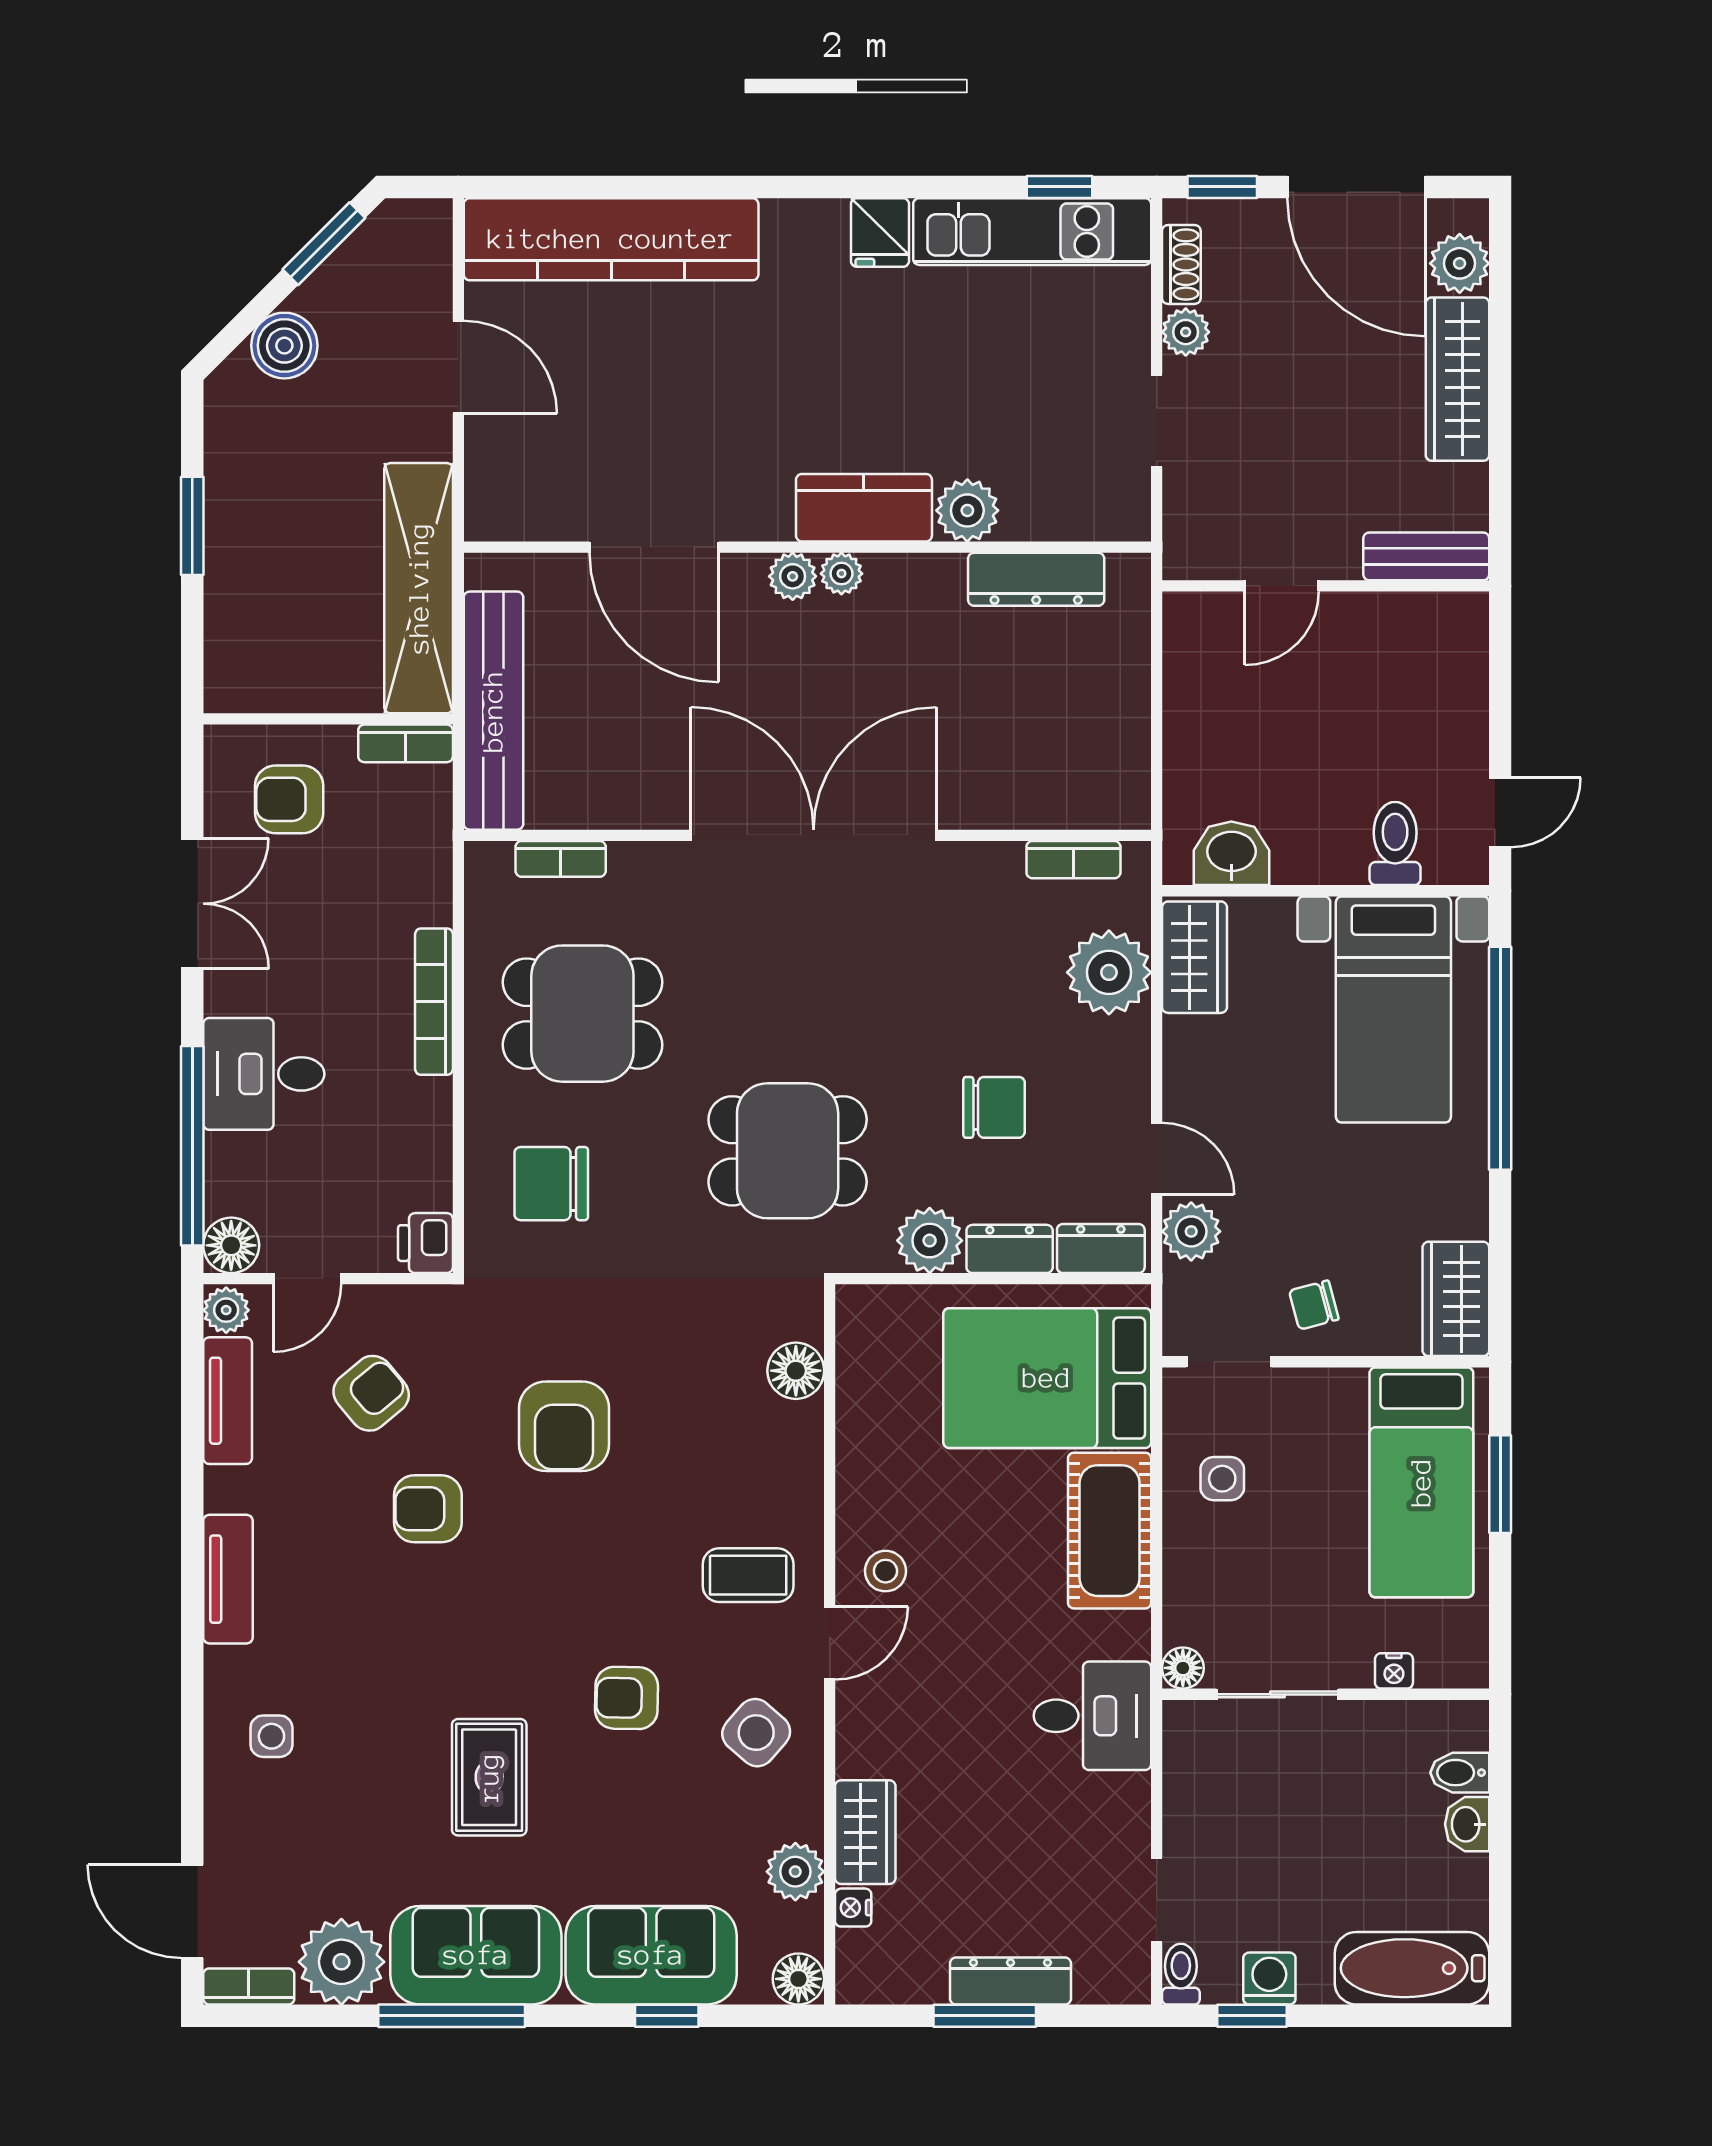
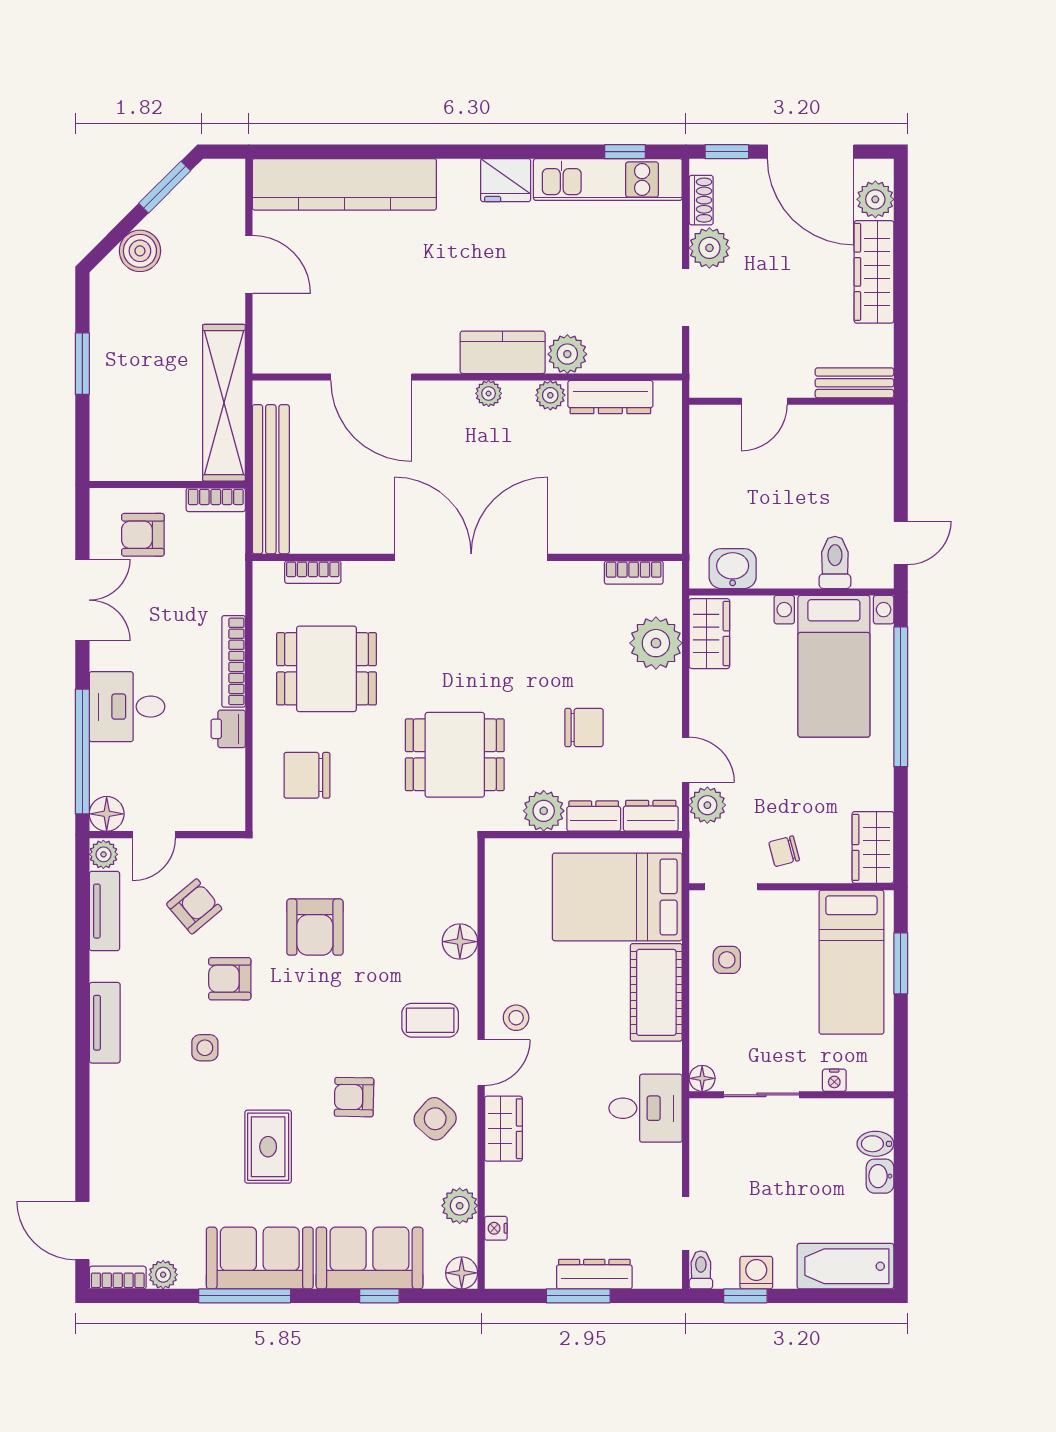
fridge: (880, 232) -> (506, 180), width x1.38
plant: (1186, 332) -> (709, 248), width x1.38, depth x1.38
plant: (793, 576) -> (550, 395), moved
printer: (425, 1243) -> (228, 729), moved
floor lamp: (796, 1371) -> (460, 942), moved
side table: (271, 1736) -> (205, 1048), moved
wardrobe: (865, 1832) -> (503, 1129), moved
plant: (341, 1962) -> (163, 1275), width x0.53, depth x0.53

